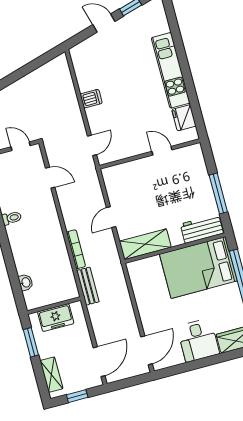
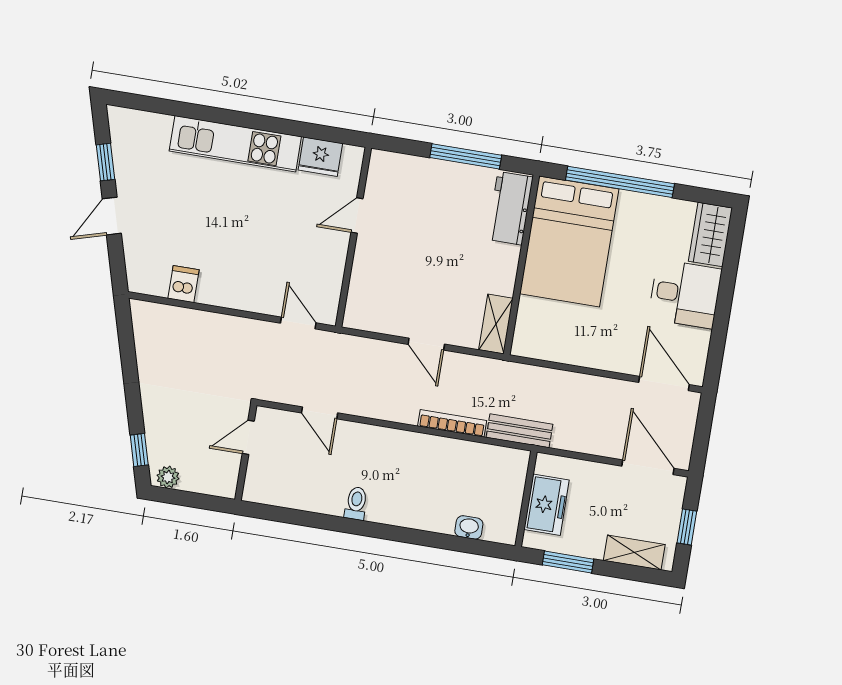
dishwasher: (91, 99) -> (183, 284), moved
door: (50, 178) -> (320, 413), swing flipped
shelving: (145, 244) -> (496, 324), width x0.67, depth x0.75

